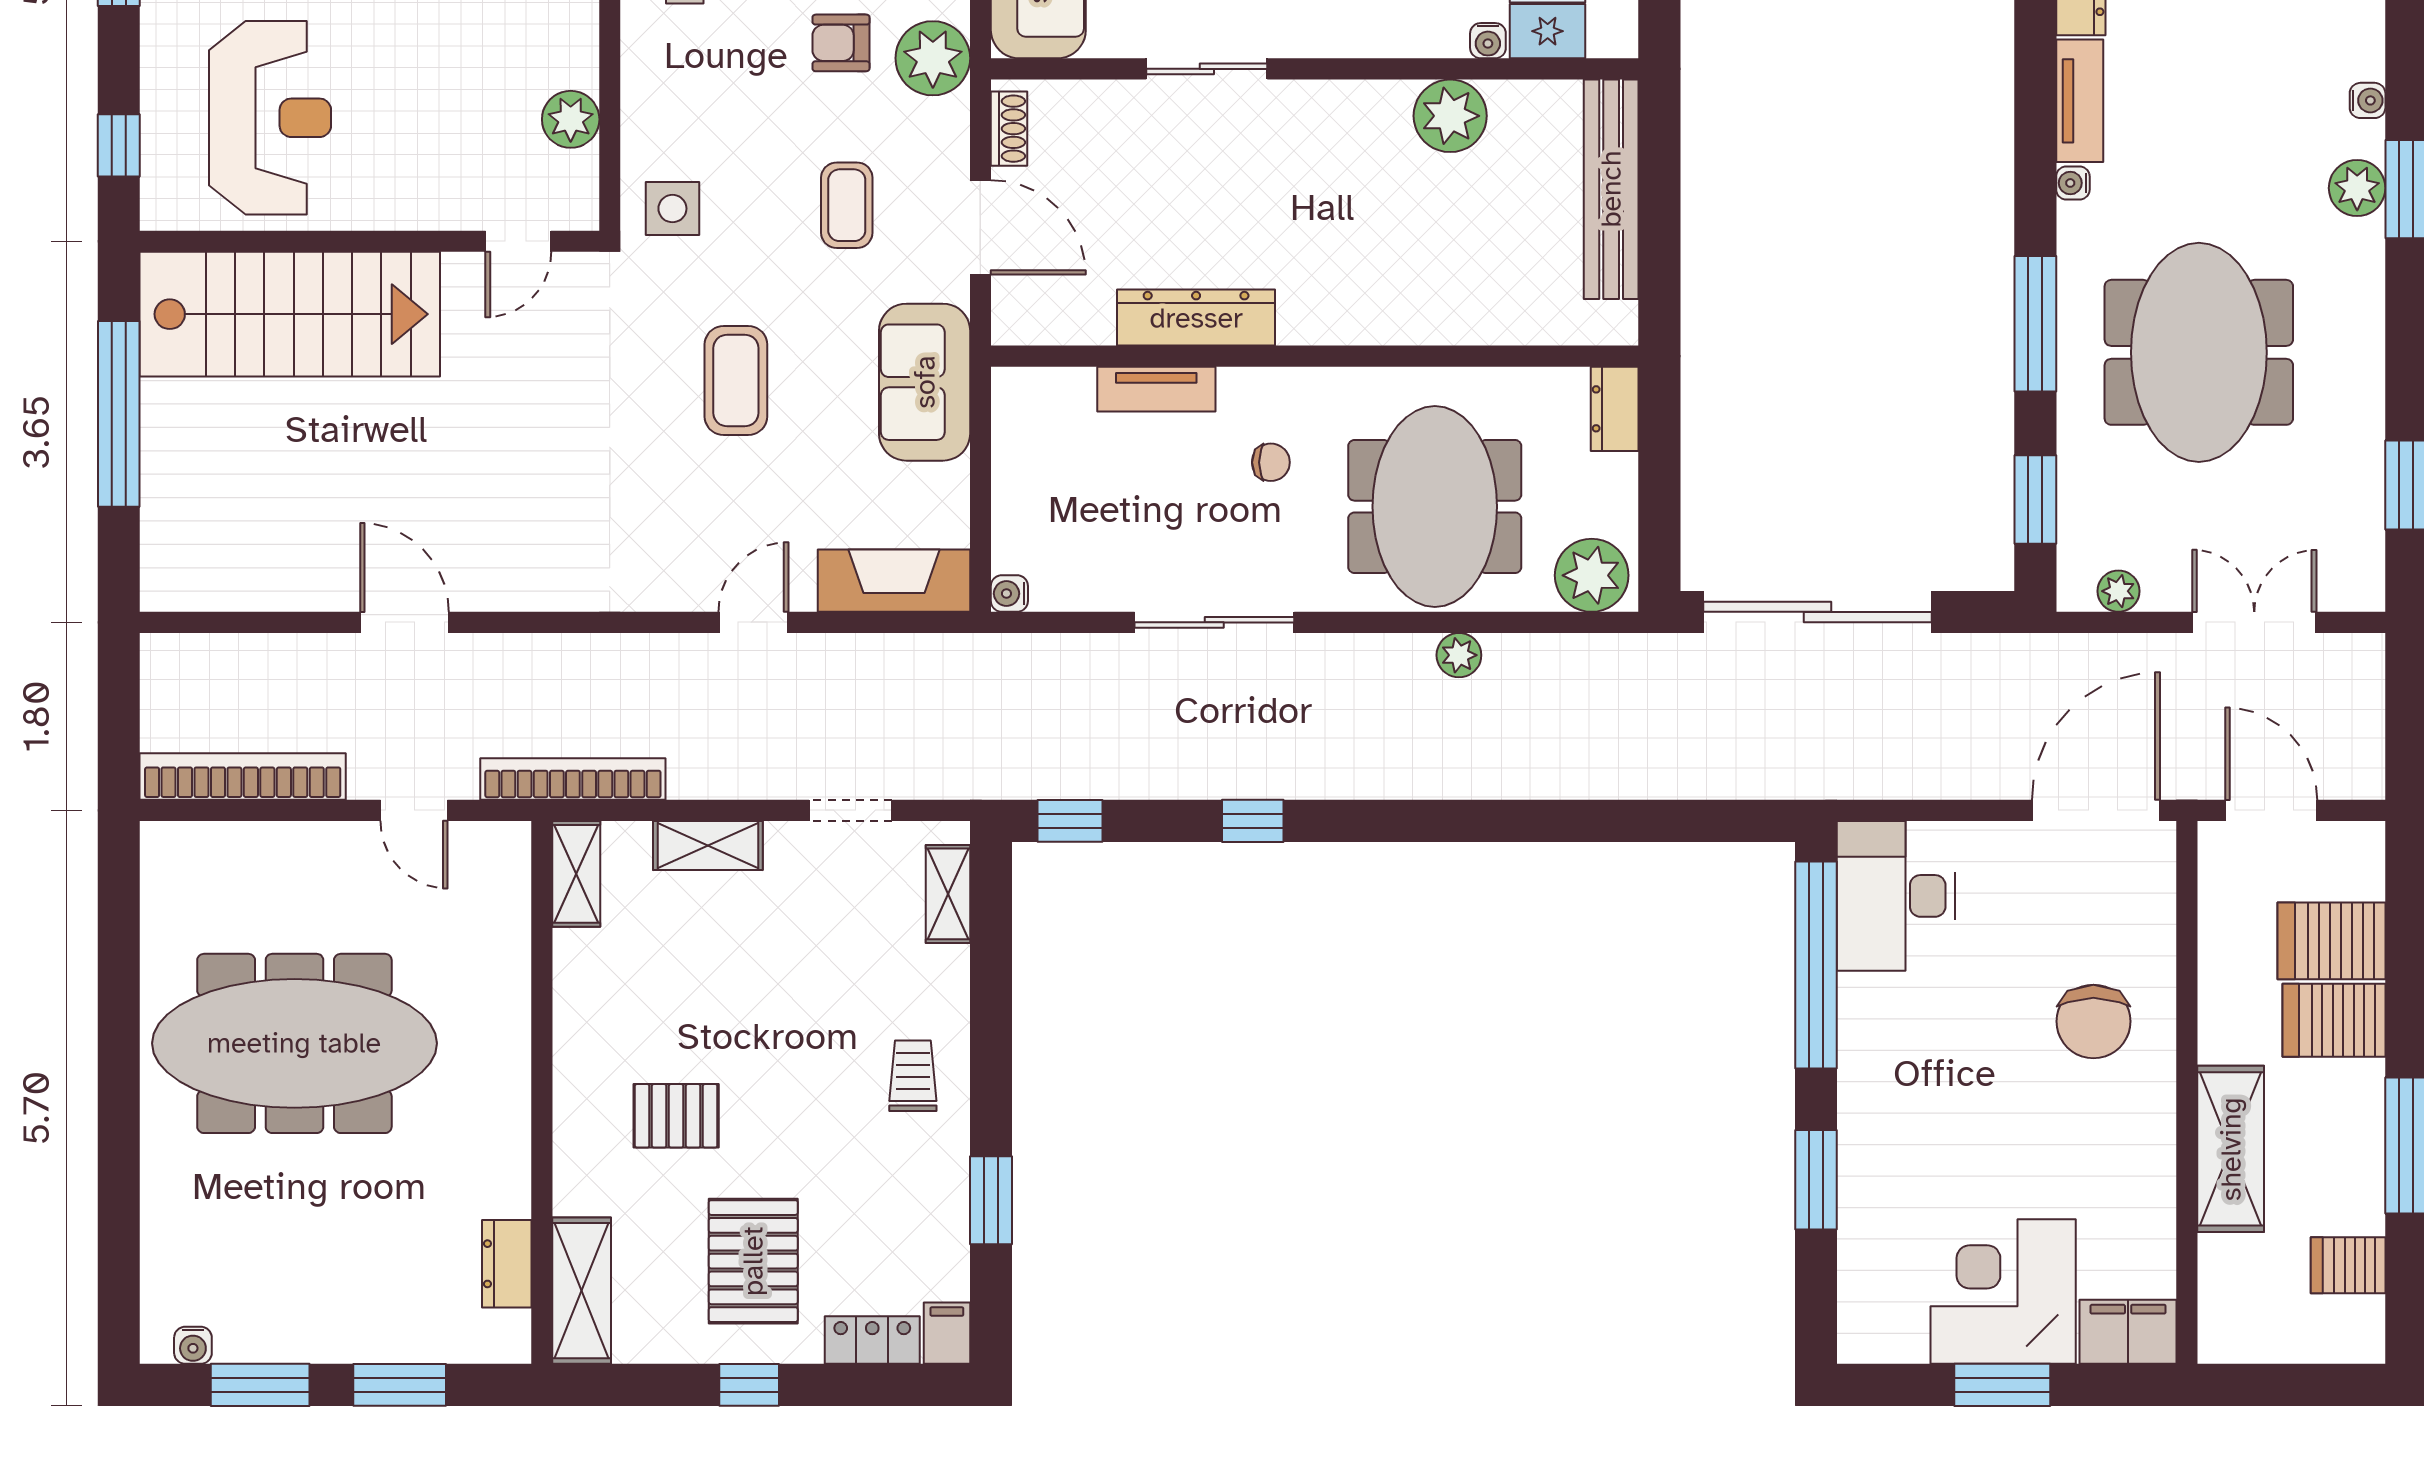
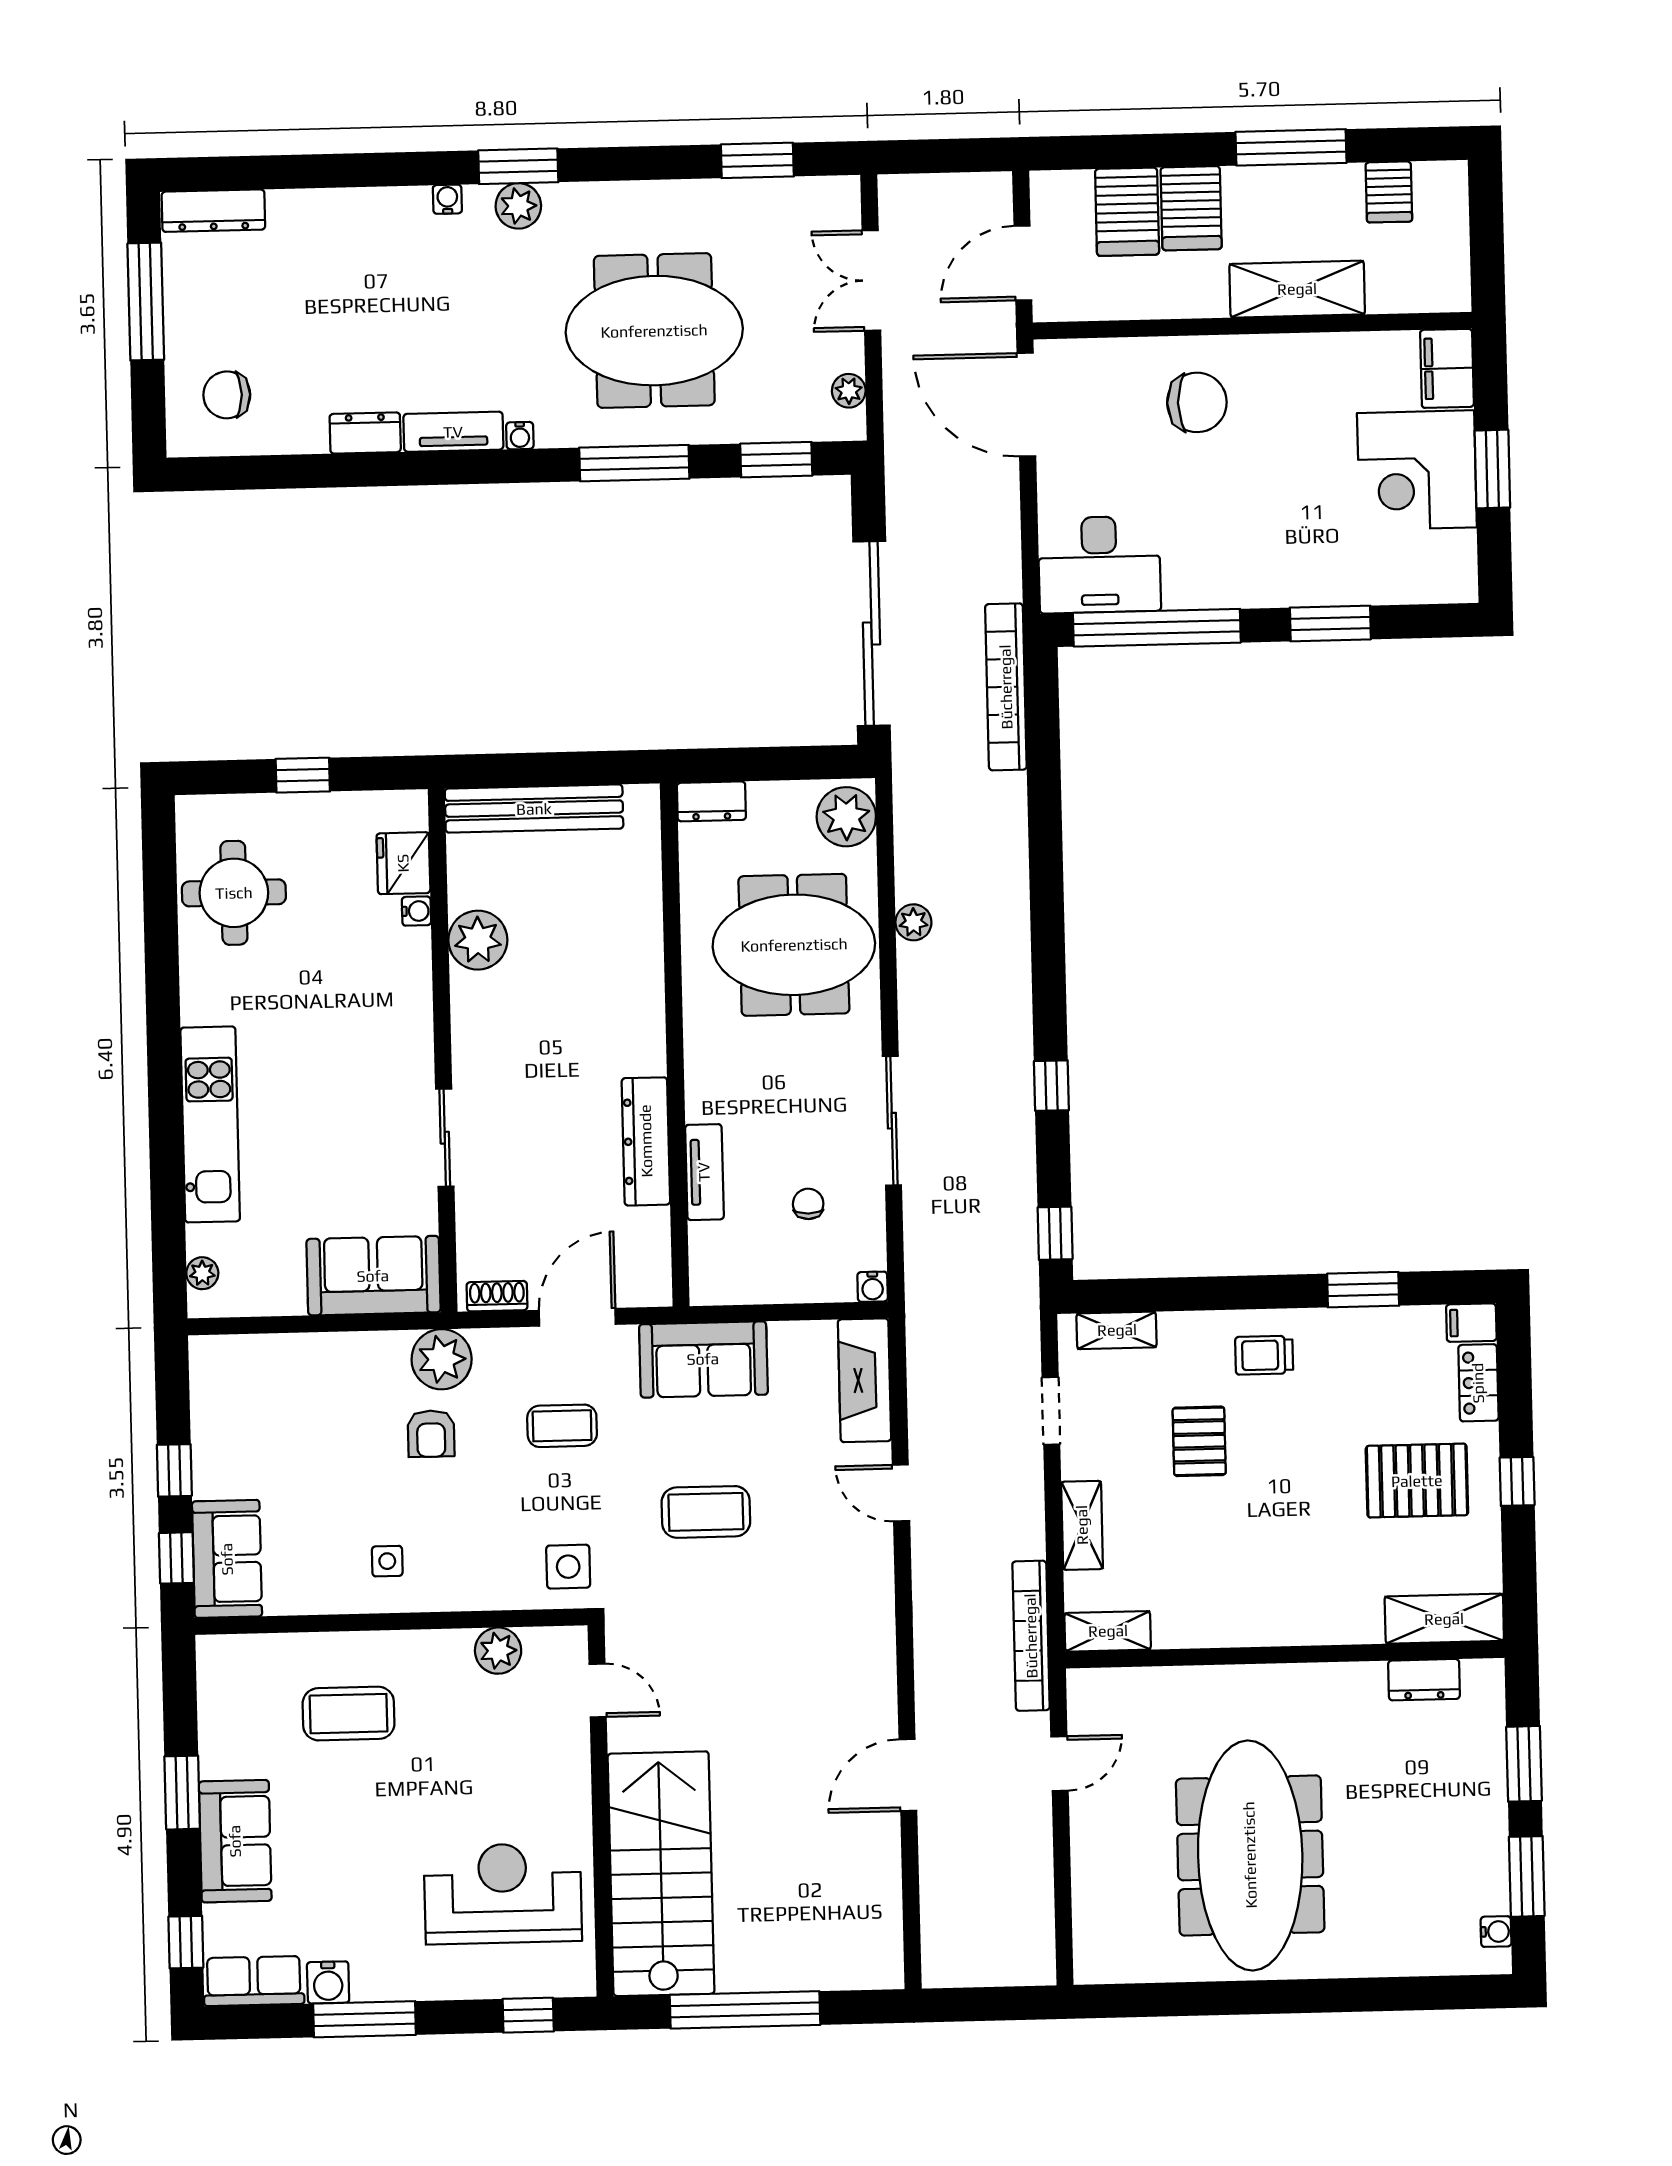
chair: (1271, 462) -> (808, 1204), moved
bookcase: (243, 777) -> (1006, 687), moved
pallet: (676, 1116) -> (1199, 1441), moved

